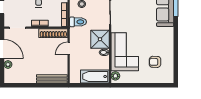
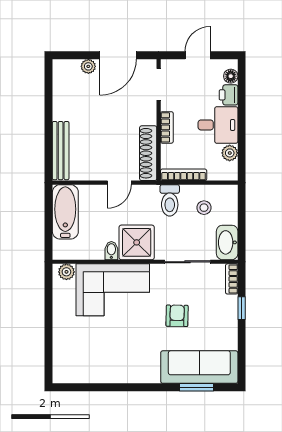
door: (69, 48) -> (119, 183), swing flipped
armchair: (155, 62) -> (177, 316), moved
bathtub: (95, 77) -> (65, 212), moved

